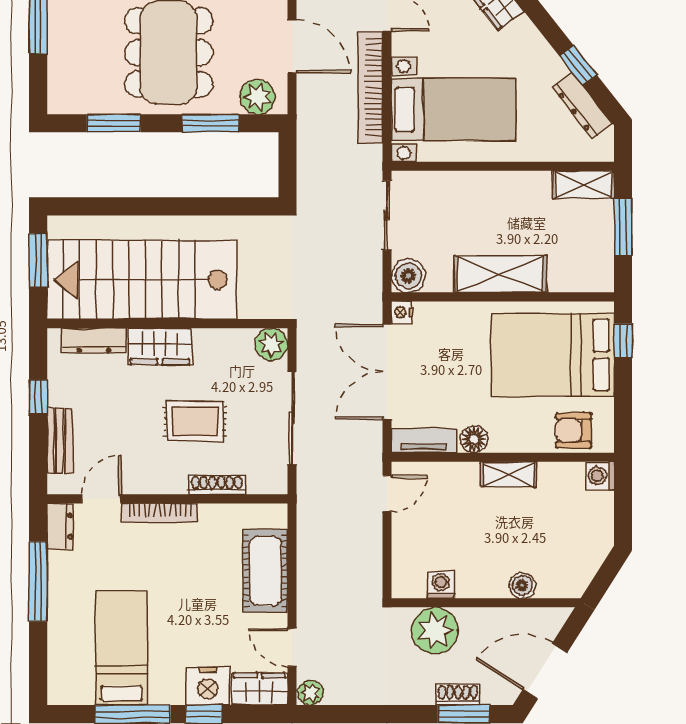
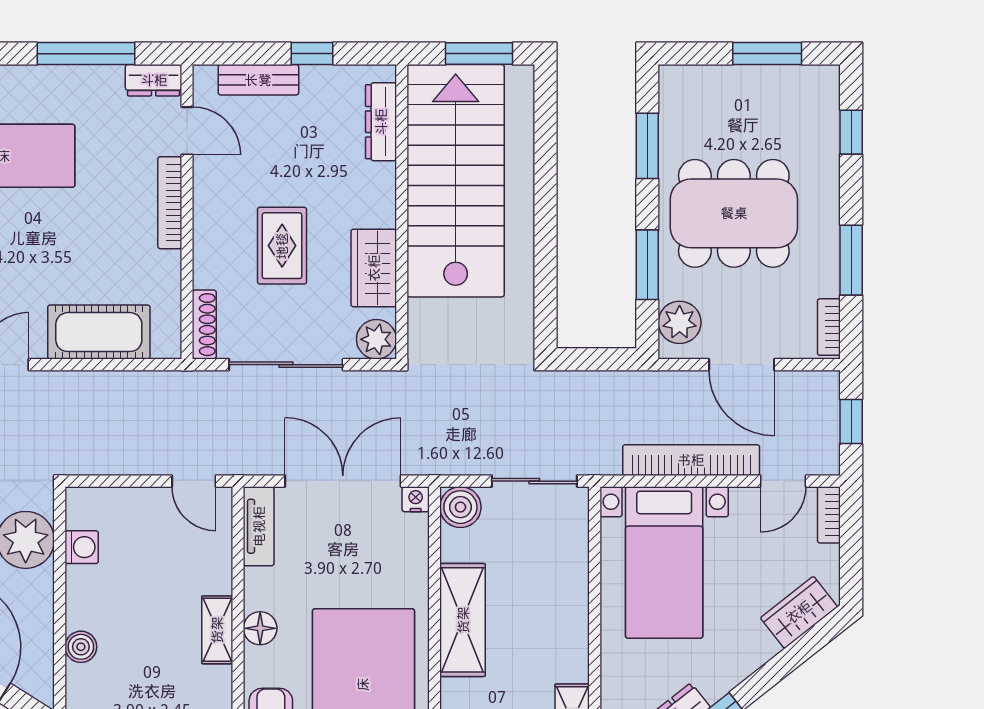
door: (292, 46) -> (742, 365), hinge flipped
wardrobe: (160, 347) -> (374, 268), moved
floor lamp: (474, 439) -> (260, 628), moved
shoe rack: (217, 485) -> (204, 325), moved

